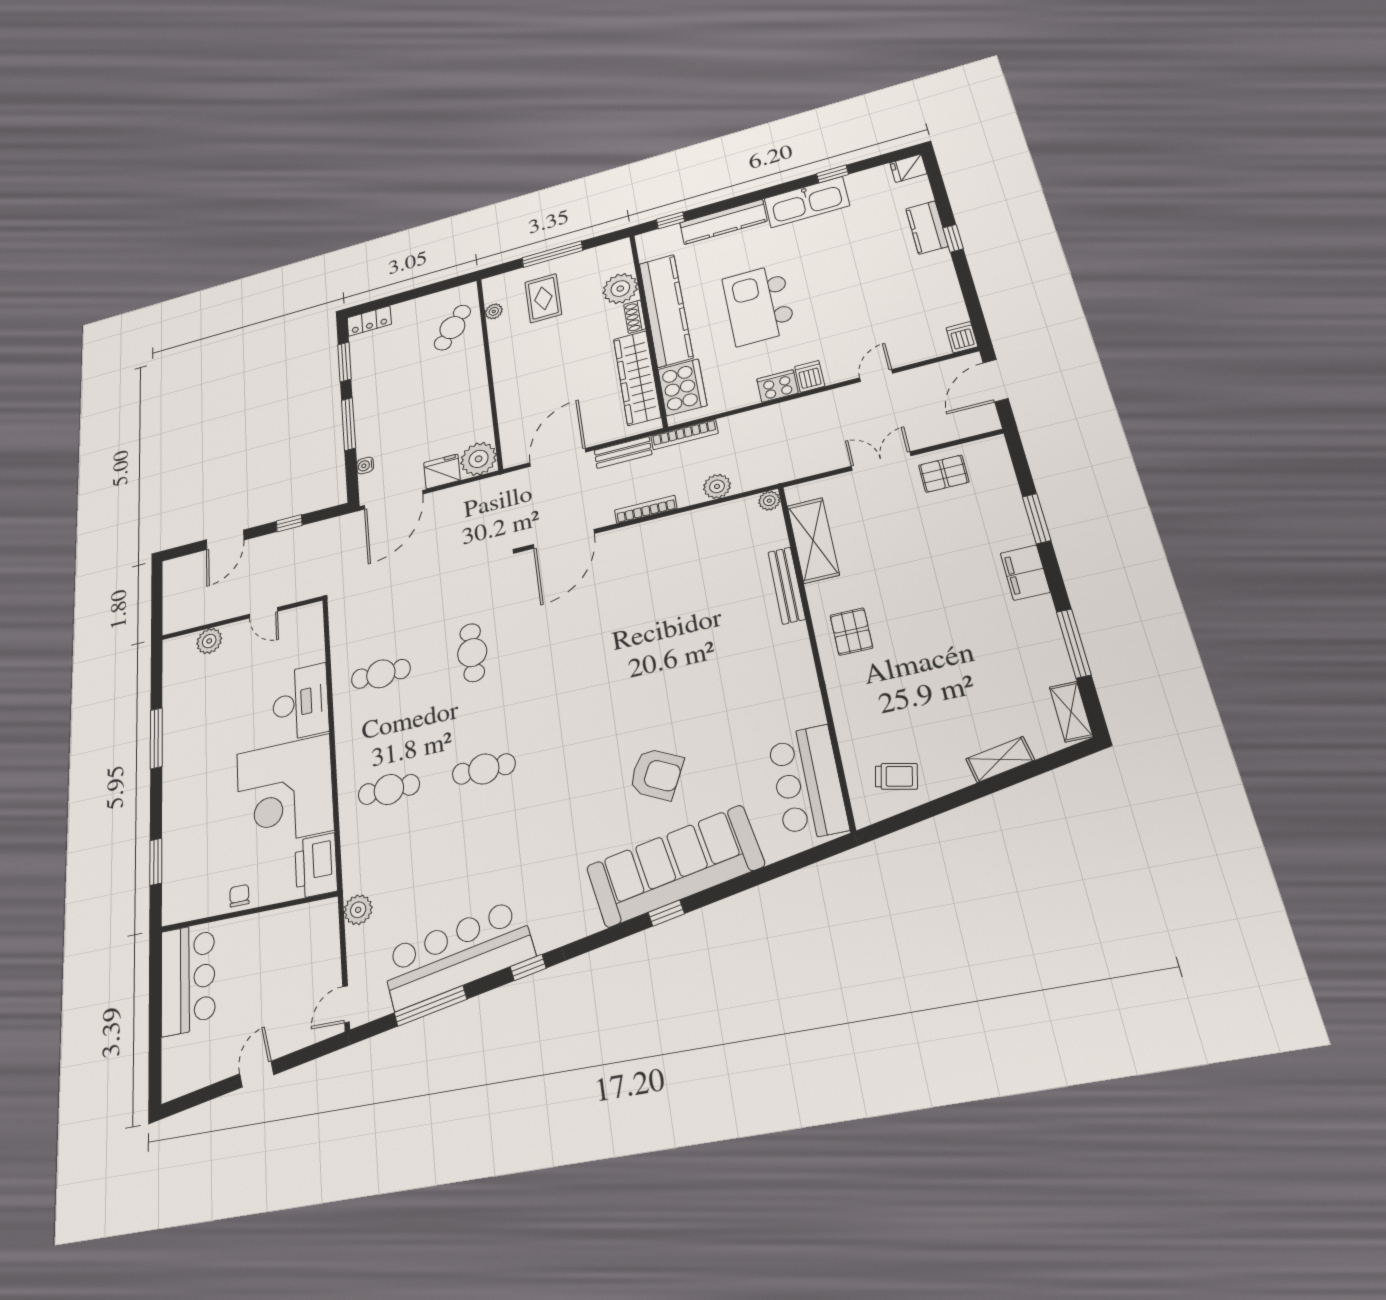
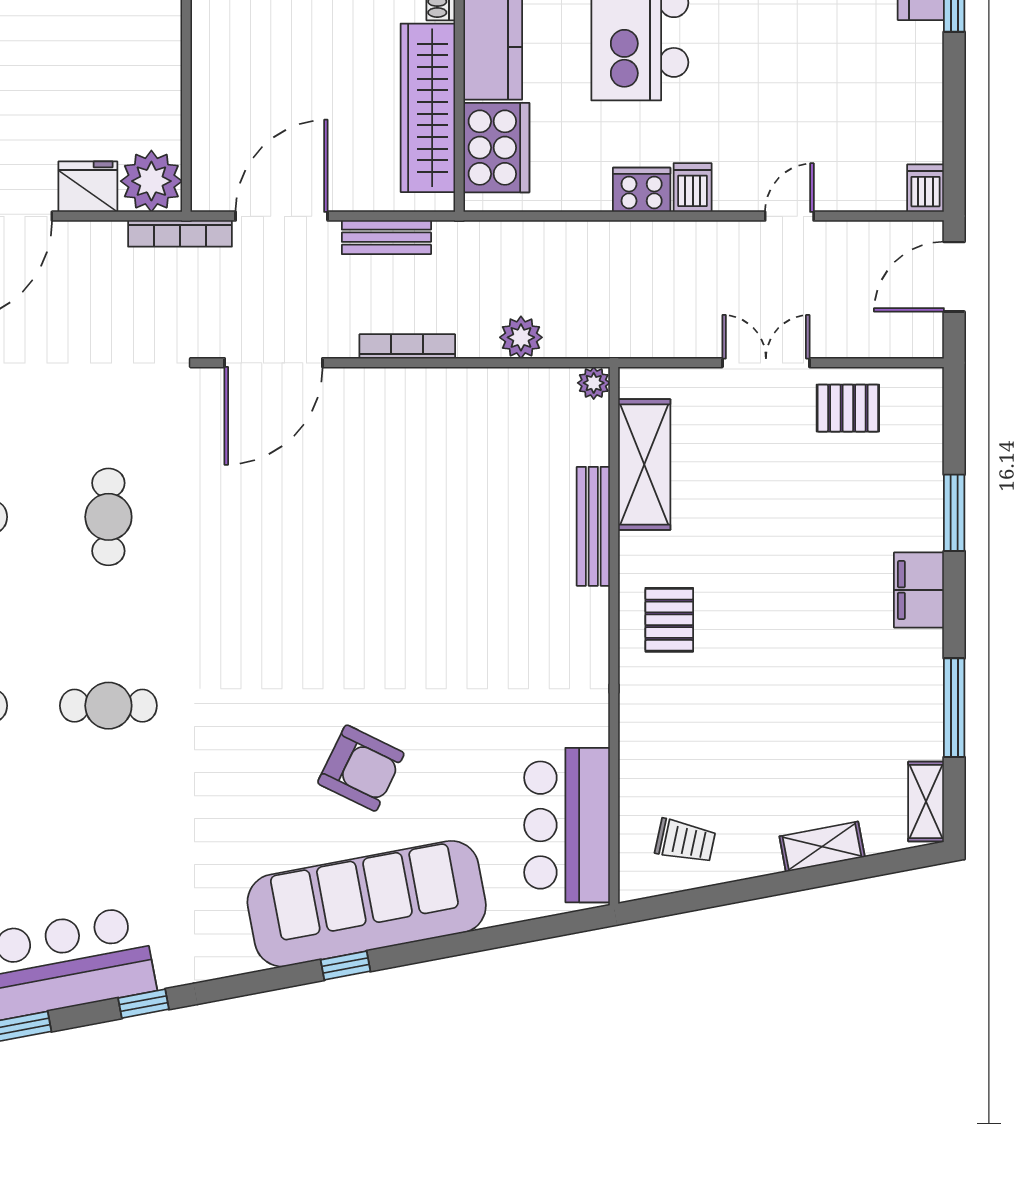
bookcase: (684, 435) -> (180, 233), moved

